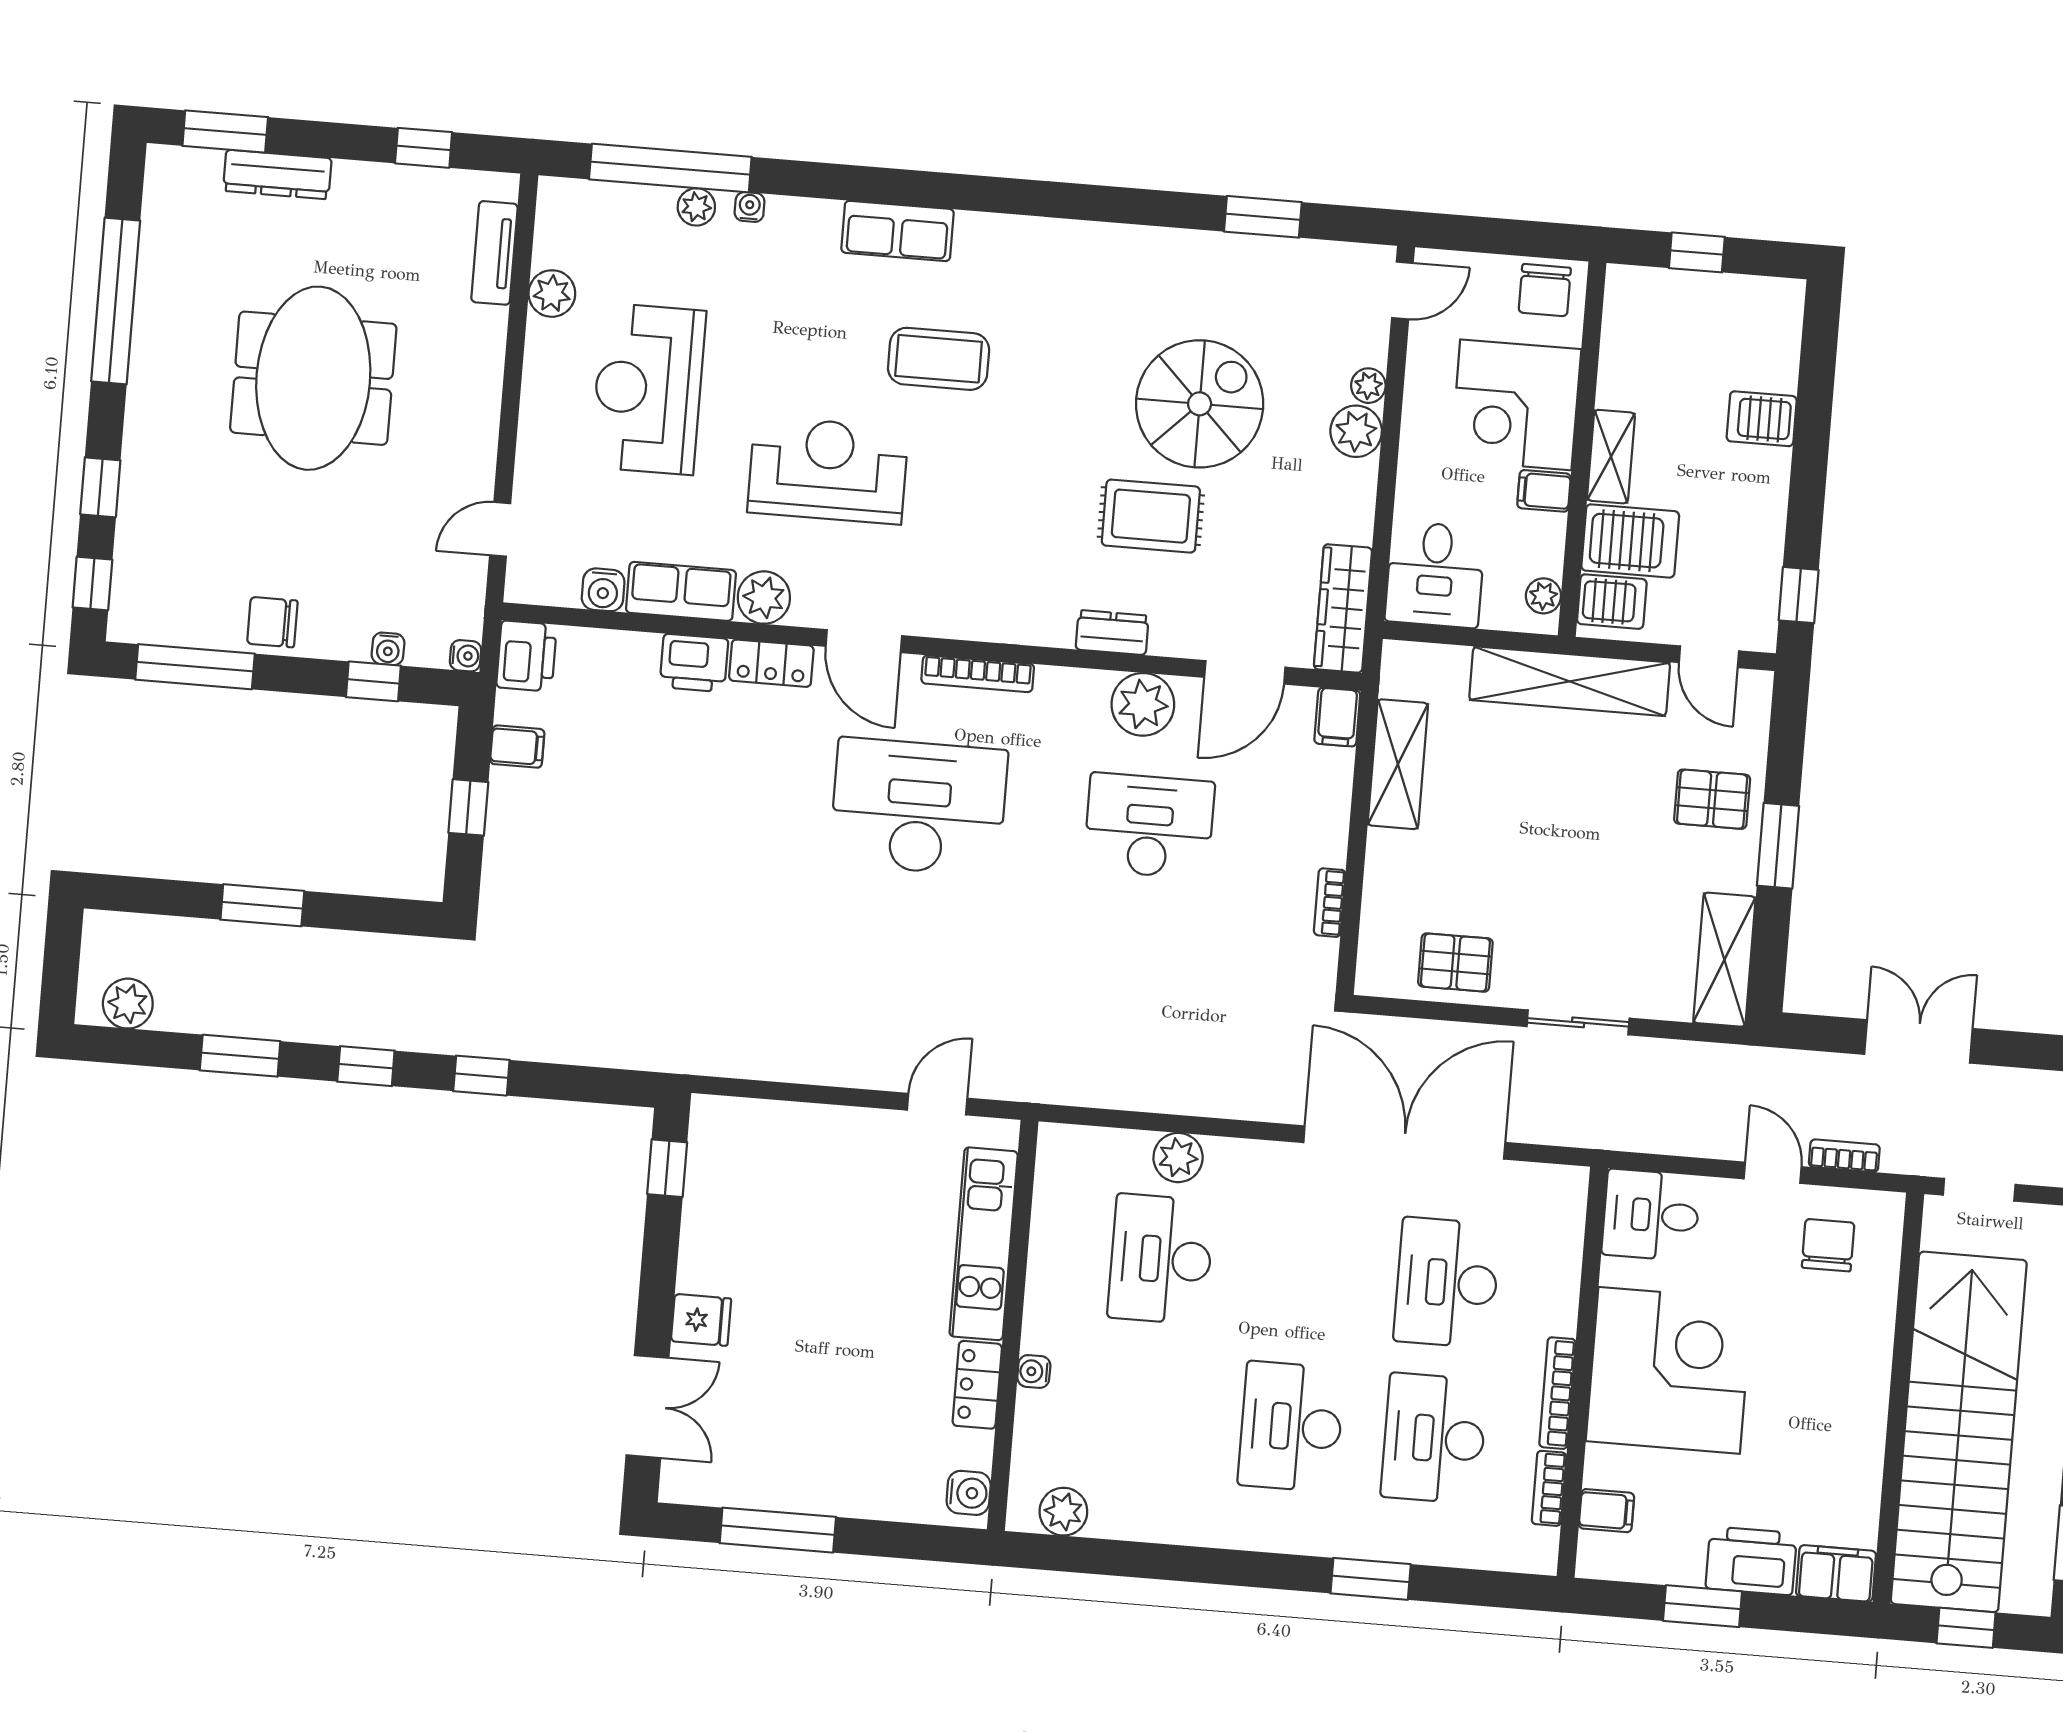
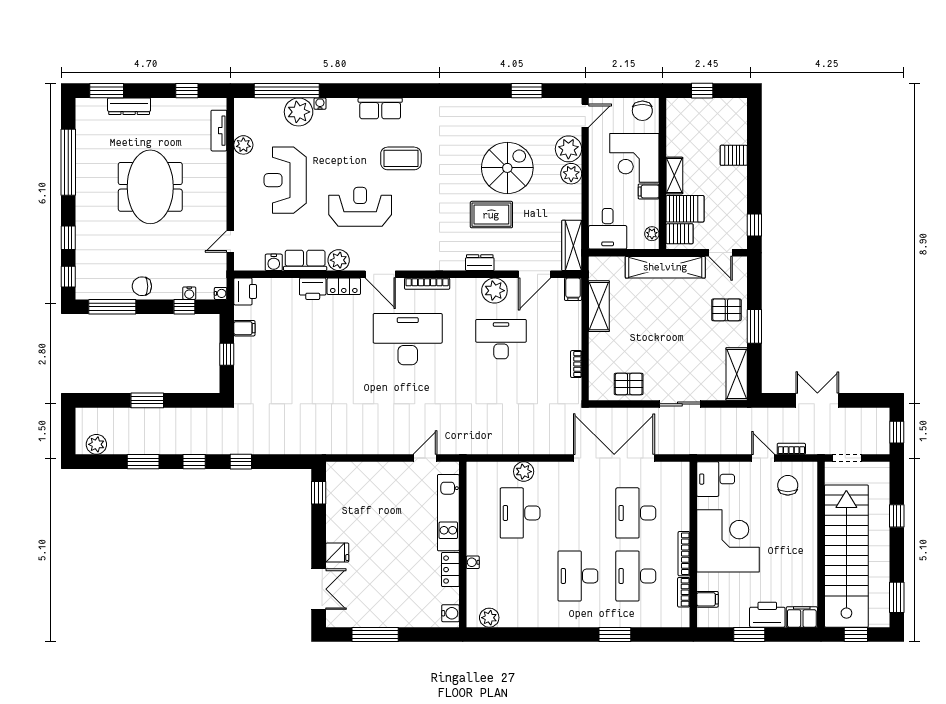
plant: (696, 207) -> (299, 112), width x1.88, depth x1.88
plant: (1368, 386) -> (568, 149), width x1.88, depth x1.88

